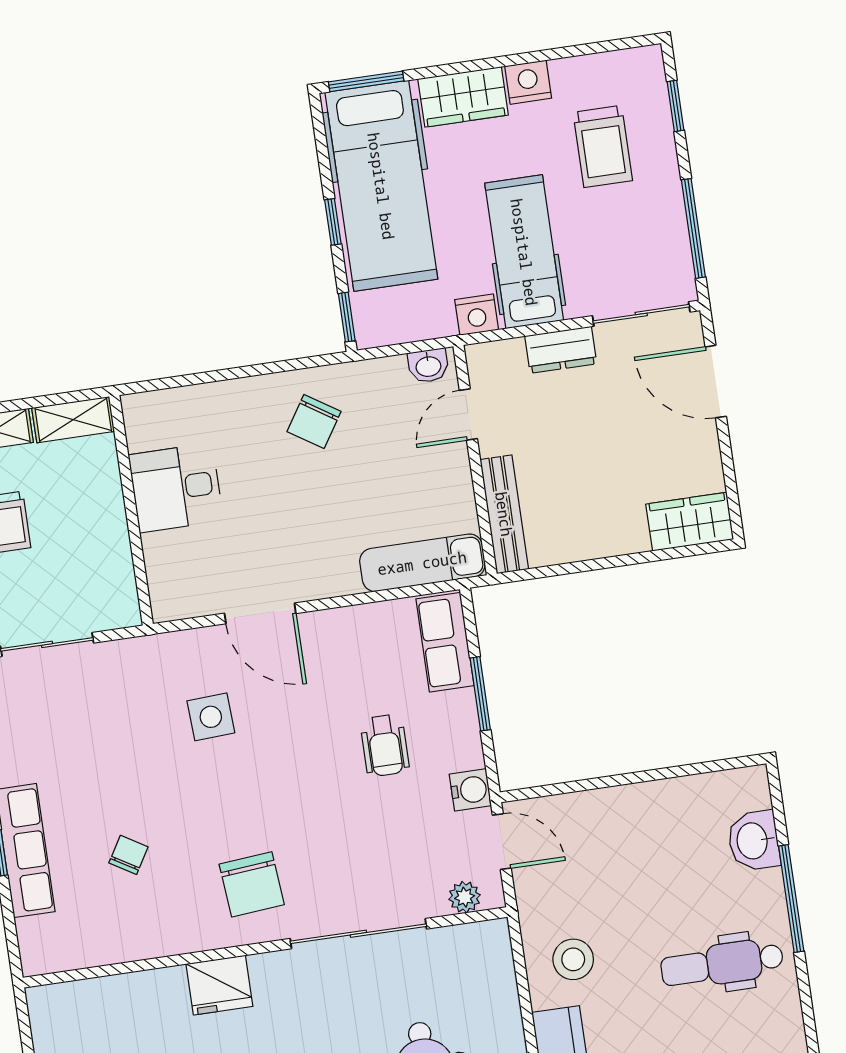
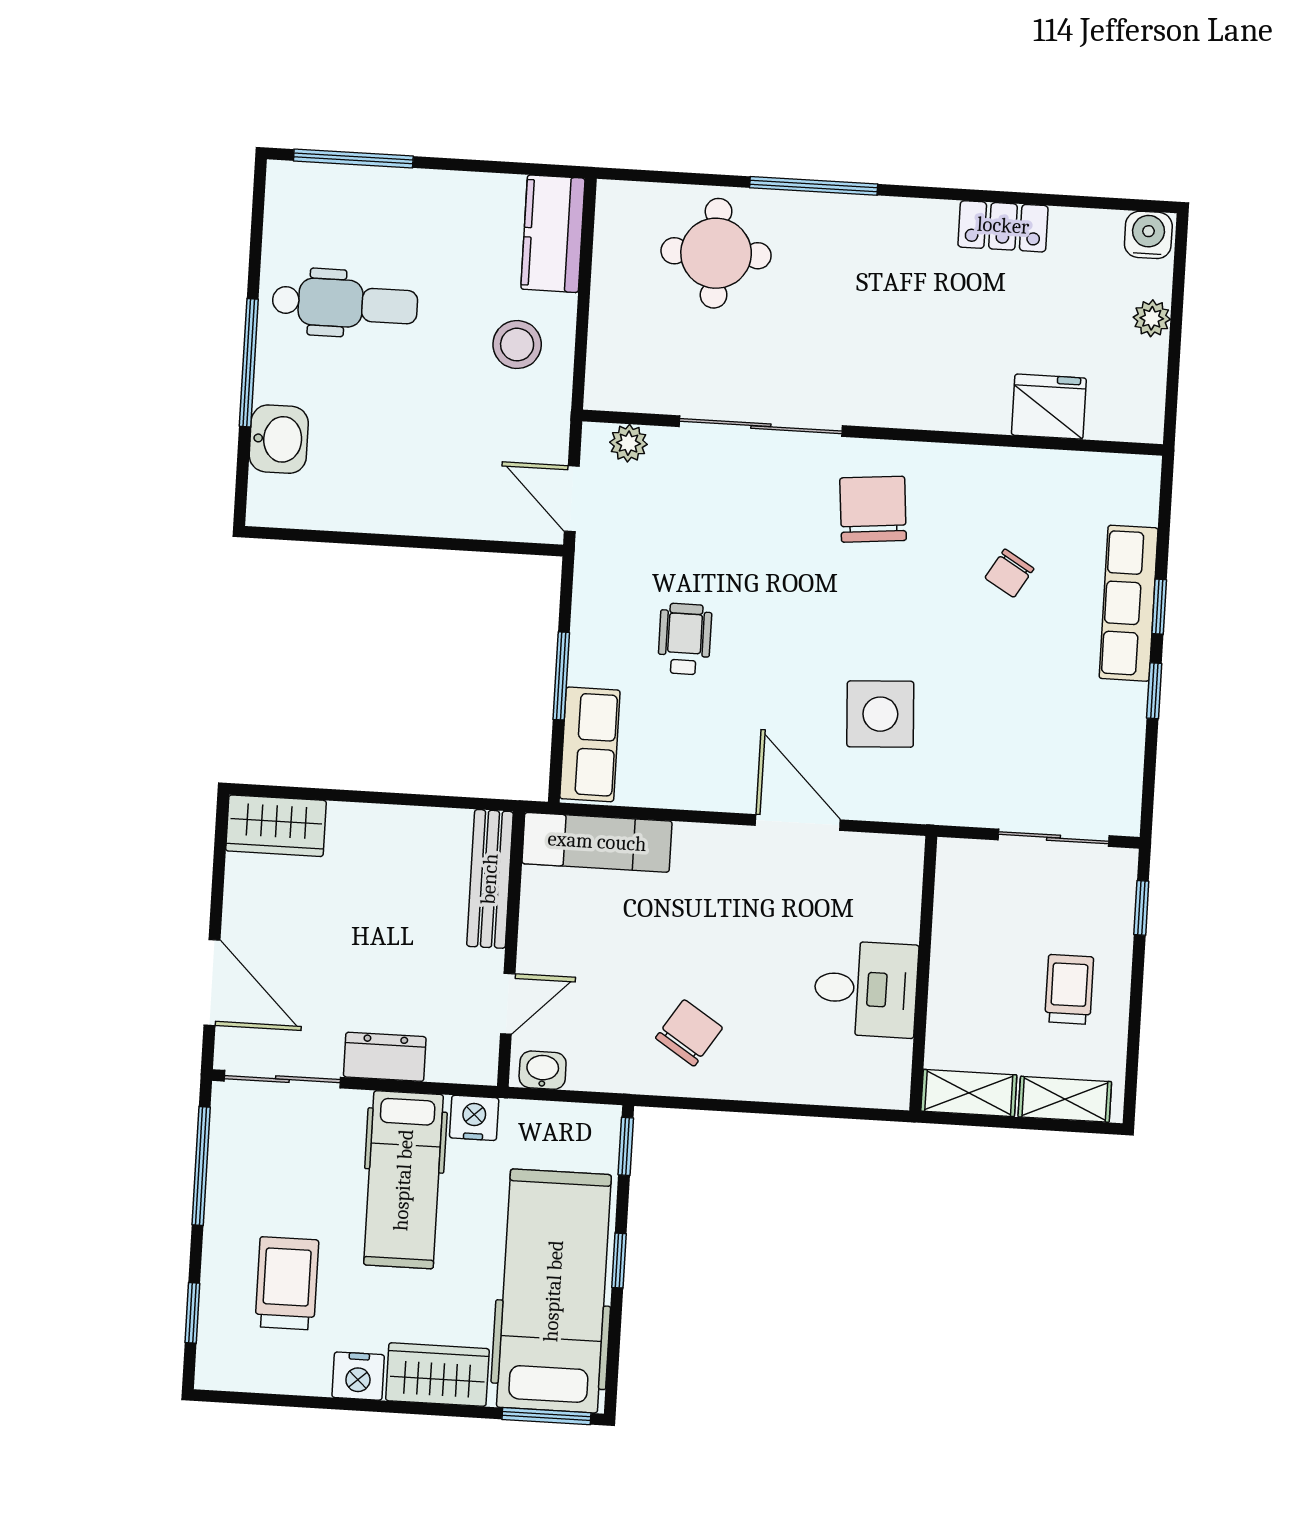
side table: (211, 717) -> (880, 714), width x1.37, depth x1.37
water cooler: (470, 790) -> (596, 566), removed
fridge: (219, 985) -> (1049, 407), moved

